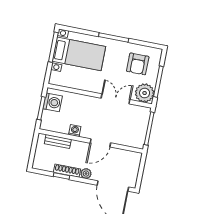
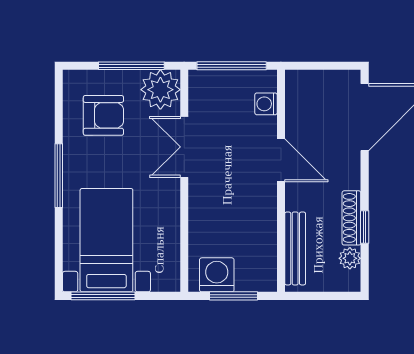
washing machine: (75, 131) -> (266, 104), moved
bench: (58, 141) -> (295, 248), width x1.36
plant: (86, 174) -> (350, 258), moved

